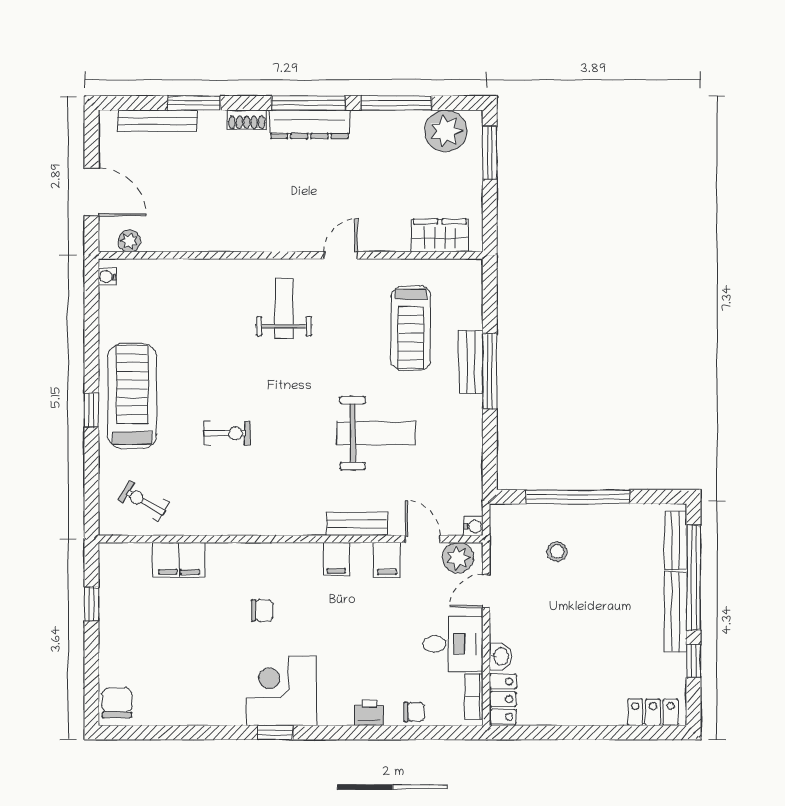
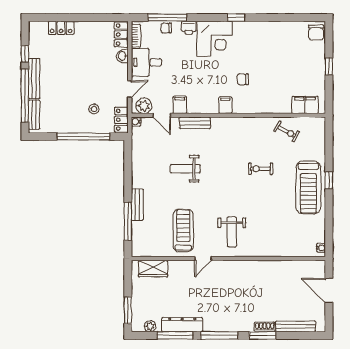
window: (194, 103) -> (263, 335), moved
shoe rack: (247, 120) -> (265, 327), moved
dresser: (309, 124) -> (182, 325), moved
plant: (446, 131) -> (150, 326), width x0.53, depth x0.53
plant: (129, 241) -> (310, 266), removed
treadmill: (411, 328) -> (183, 230), moved
window: (490, 371) -> (128, 221), moved
weight bench: (376, 433) -> (185, 169), width x0.73, depth x0.75
exercise bike: (144, 501) -> (287, 131), moved
locker: (503, 530) -> (121, 120), added
filing cabinet: (336, 559) -> (225, 105), moved
filing cabinet: (179, 560) -> (305, 105), moved
window: (92, 604) -> (329, 67), moved
corner desk: (282, 691) -> (215, 39), moved
locker: (653, 712) -> (61, 28), moved
window: (412, 733) -> (167, 18), added

